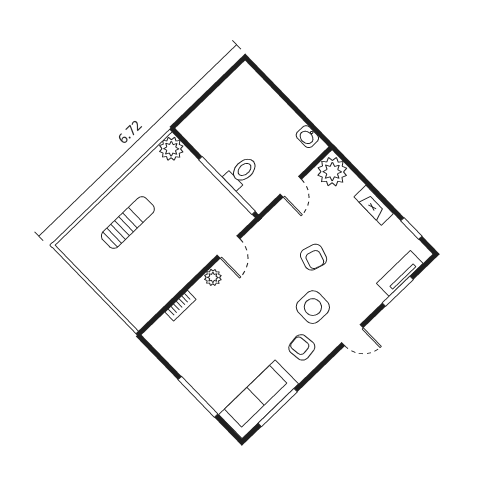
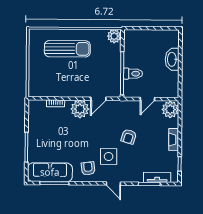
washbasin: (307, 137) -> (172, 59), moved, width x1.91, depth x1.45
sun lounger: (128, 223) -> (67, 49), width x1.36, depth x1.34
plant: (213, 277) -> (80, 109), width x1.88, depth x1.88

